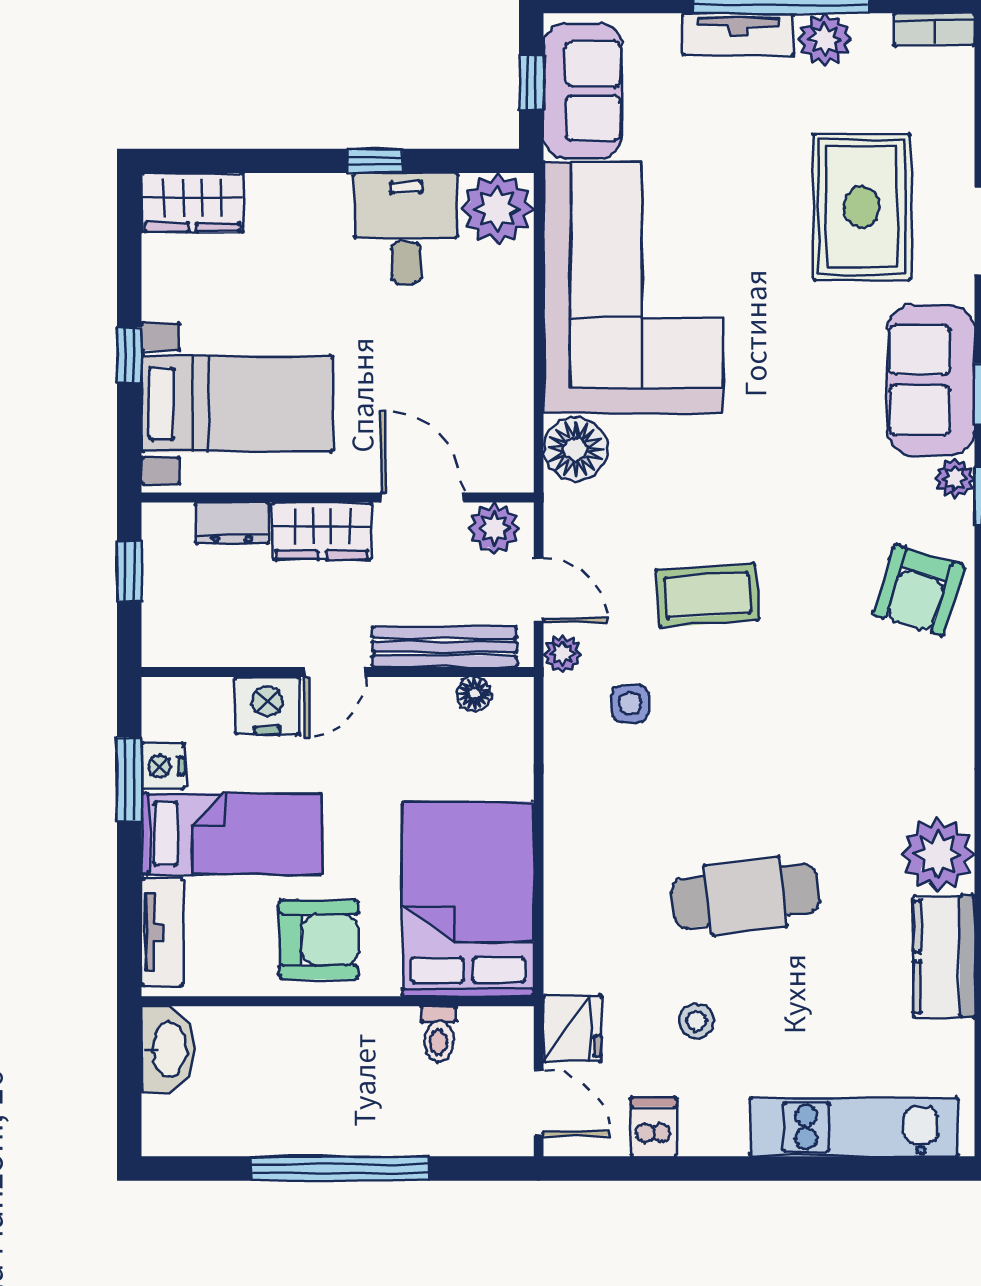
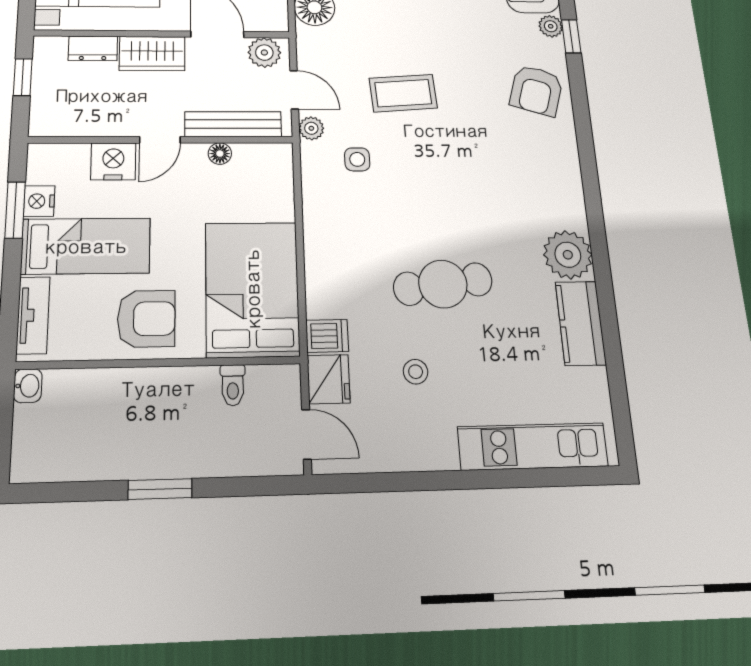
floor lamp: (474, 694) -> (220, 154), moved
washbasin: (168, 1050) -> (28, 386), width x0.52, depth x0.69
dishwasher: (654, 1127) -> (327, 336), moved, turned 90
window: (340, 1168) -> (160, 489), width x0.47

